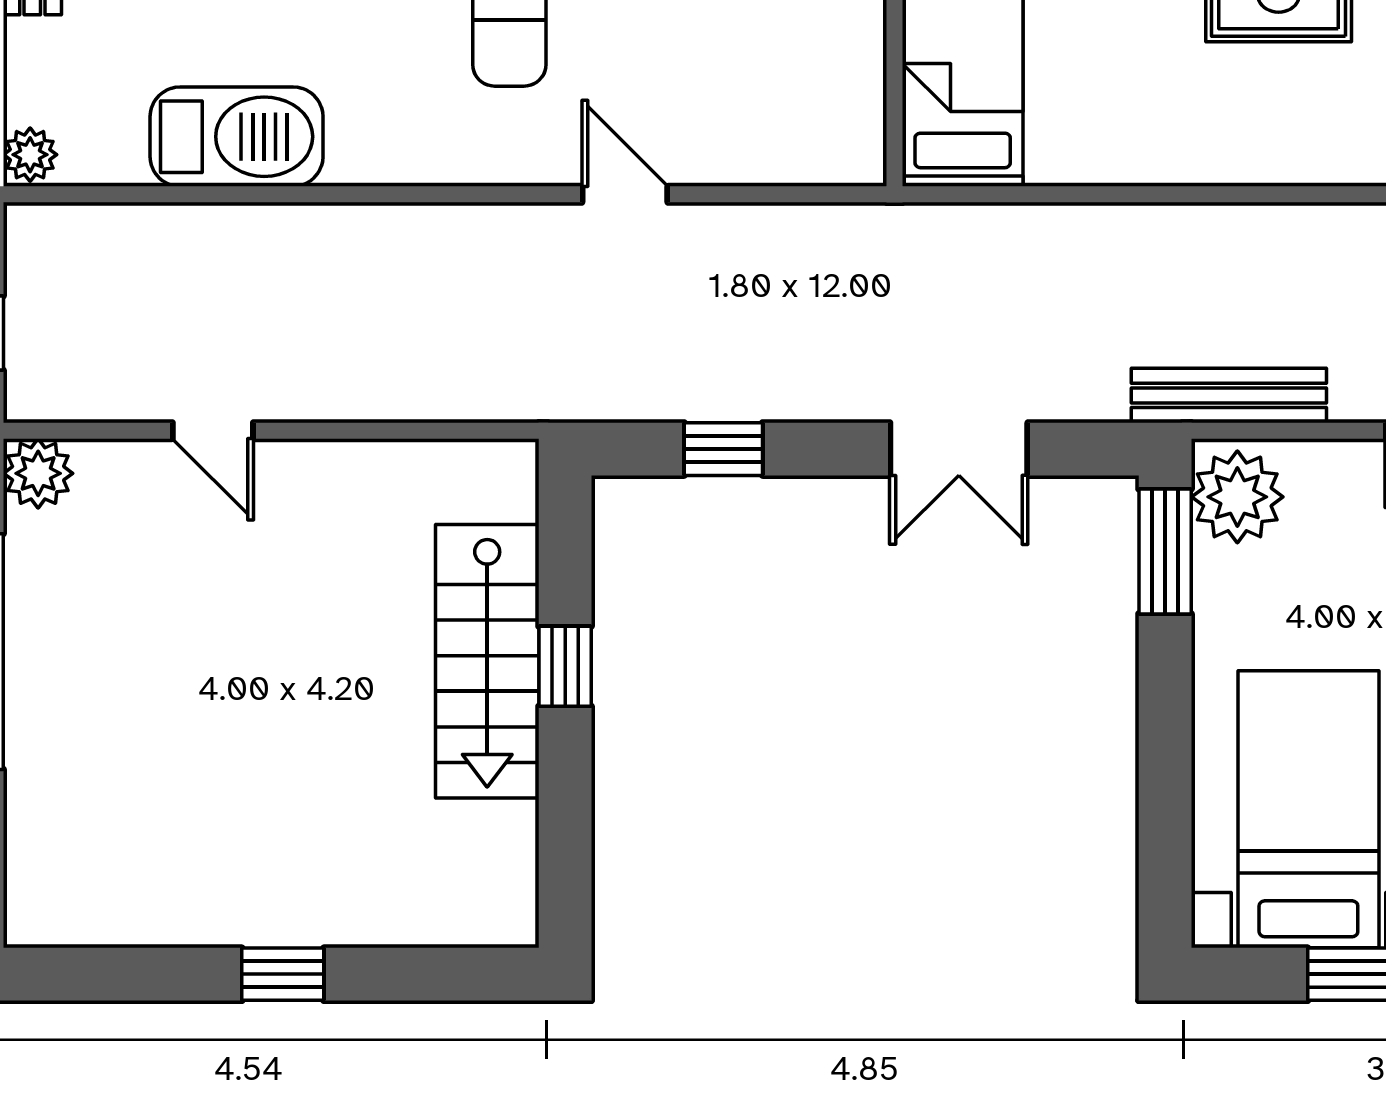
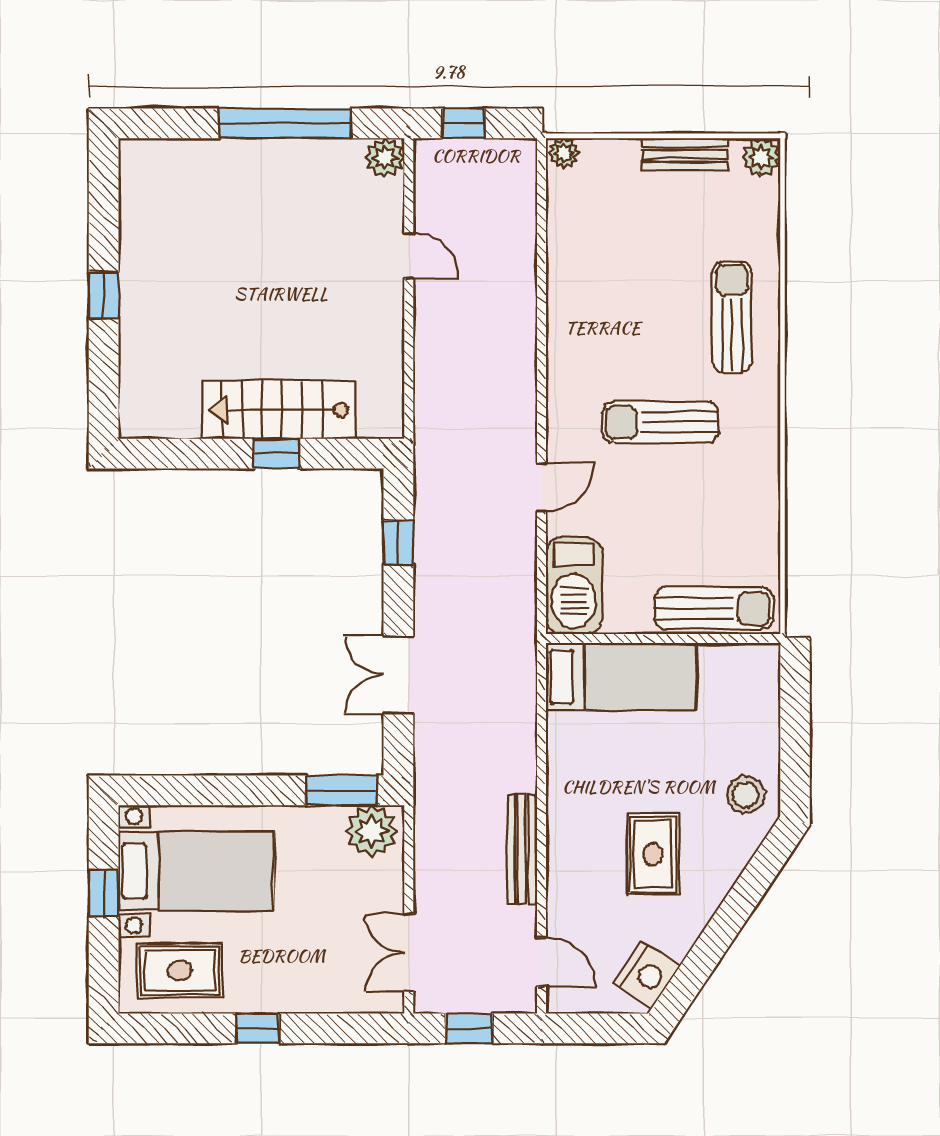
barbecue: (237, 137) -> (574, 586), moved
bench: (1229, 395) -> (522, 849), moved
door: (213, 431) -> (409, 256), swing flipped

